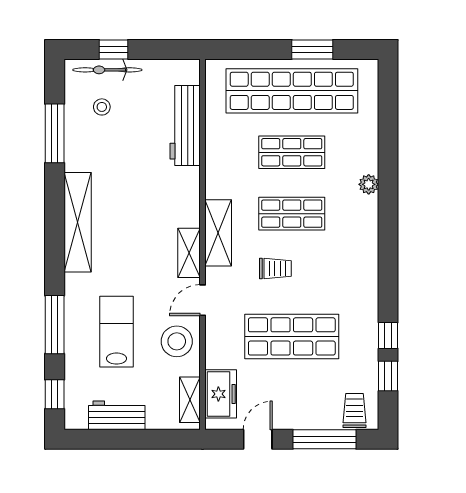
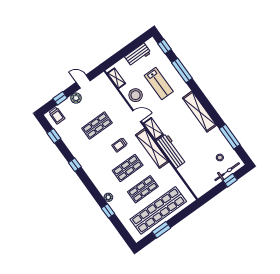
workbench: (185, 126) -> (171, 151), moved
window: (388, 159) -> (108, 211), added
shelving: (218, 233) -> (152, 148), width x1.47
door: (203, 300) -> (137, 116), hinge flipped
window: (388, 335) -> (75, 165), moved
shop shelf: (292, 336) -> (97, 126), width x0.70, depth x0.74
freezer: (221, 394) -> (107, 88), removed
plant: (294, 418) -> (76, 98), added
door: (258, 439) -> (83, 82), swing flipped
window: (325, 439) -> (60, 98), width x0.46

